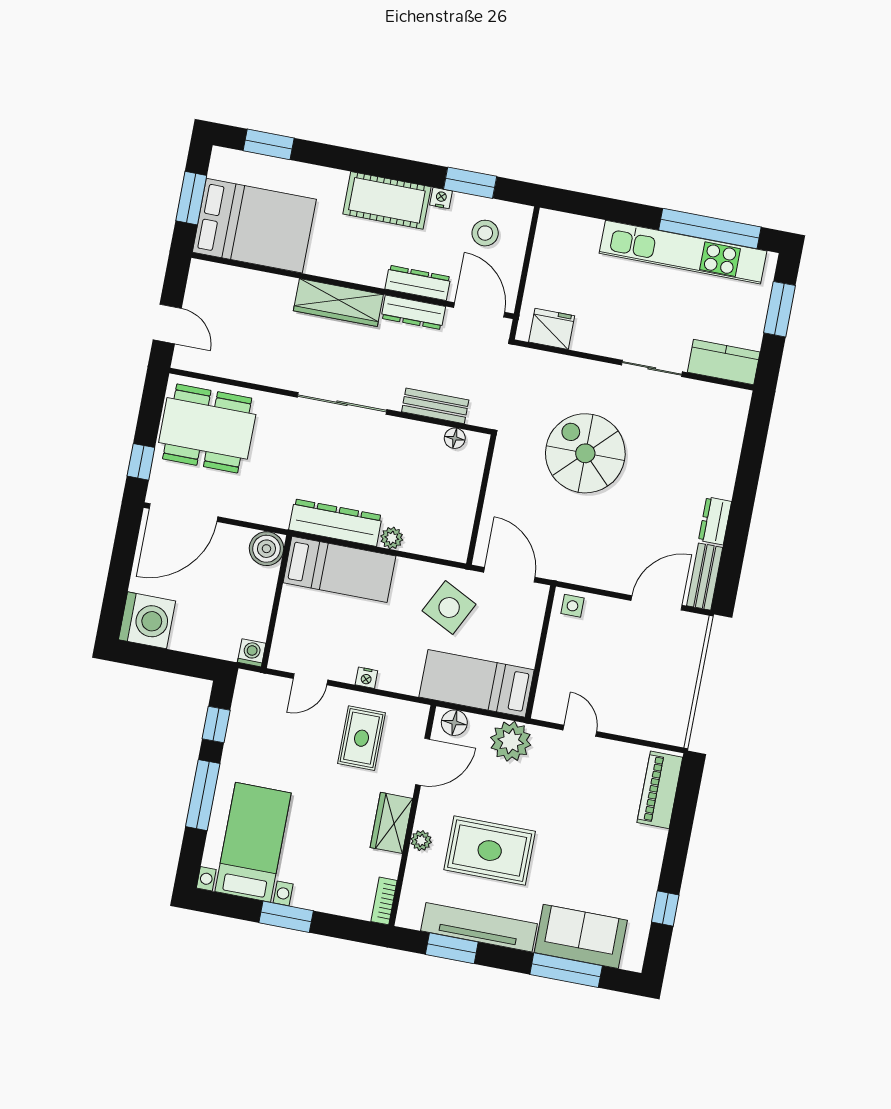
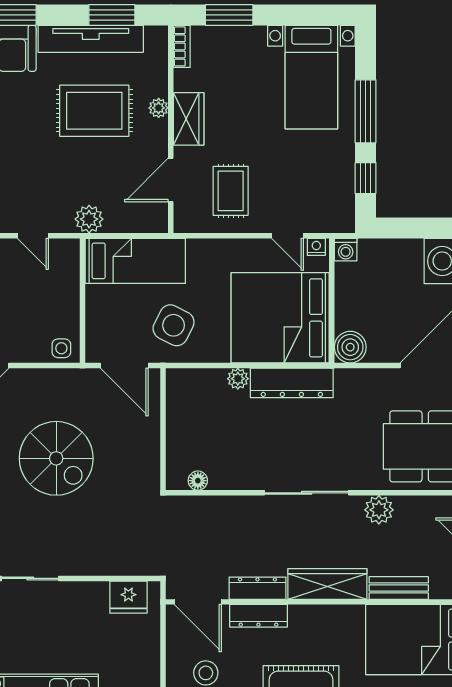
plant: (269, 371) -> (379, 510), added
bench: (435, 406) -> (399, 588), moved
spiral stairs: (585, 453) -> (56, 458), moved
bed: (339, 569) -> (280, 318), width x2.04
nightstand: (366, 678) -> (316, 247), moved
door: (310, 679) -> (287, 236), swing flipped
floor lamp: (454, 723) -> (149, 221), removed
plant: (511, 741) -> (89, 219), width x0.73, depth x0.73
window: (286, 917) -> (229, 15), moved

